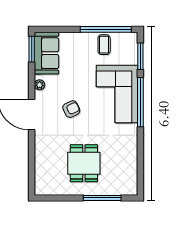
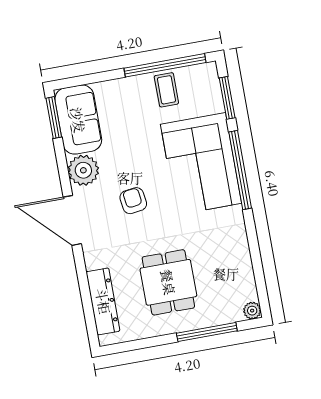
plant: (40, 85) -> (83, 170), width x1.88, depth x1.88
armchair: (71, 109) -> (133, 201), turned -73
dresser: (42, 168) -> (103, 301), added
plant: (132, 190) -> (252, 311), added

